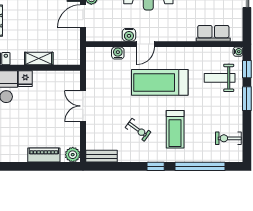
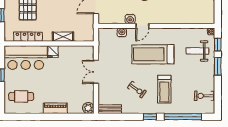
row of seats: (213, 33) -> (193, 18), removed
piano: (44, 155) -> (55, 108), moved

